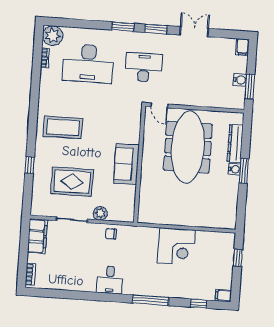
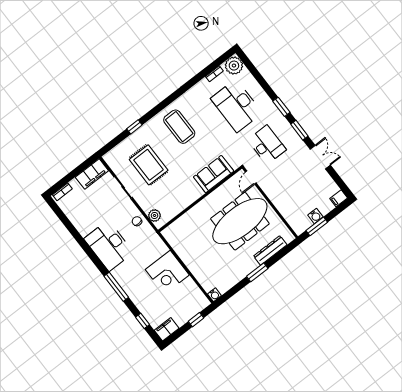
sofa: (126, 164) -> (214, 174), moved
water cooler: (234, 169) -> (214, 295), moved
plant: (100, 213) -> (155, 215), moved
desk: (110, 280) -> (109, 246), width x1.87, depth x1.30
filing cabinet: (223, 296) -> (167, 329), width x2.00

